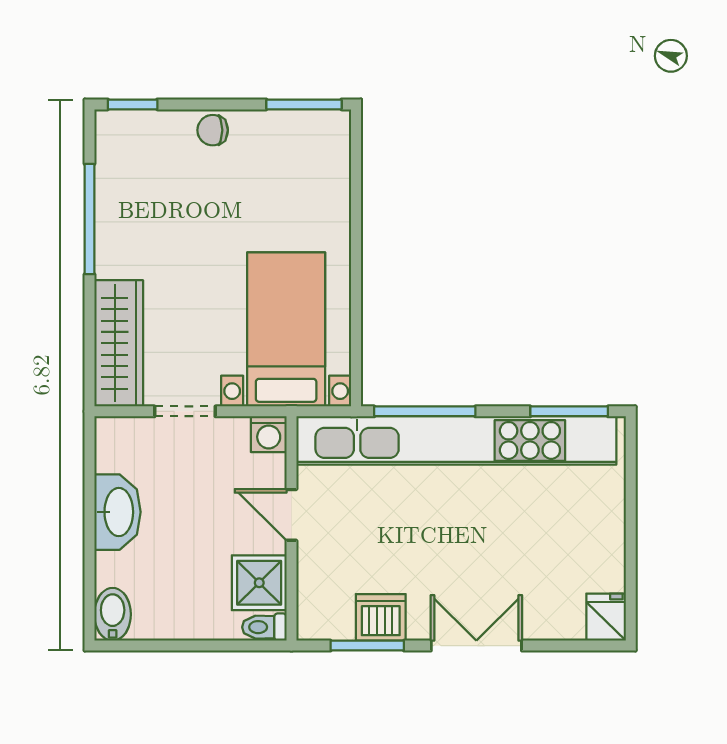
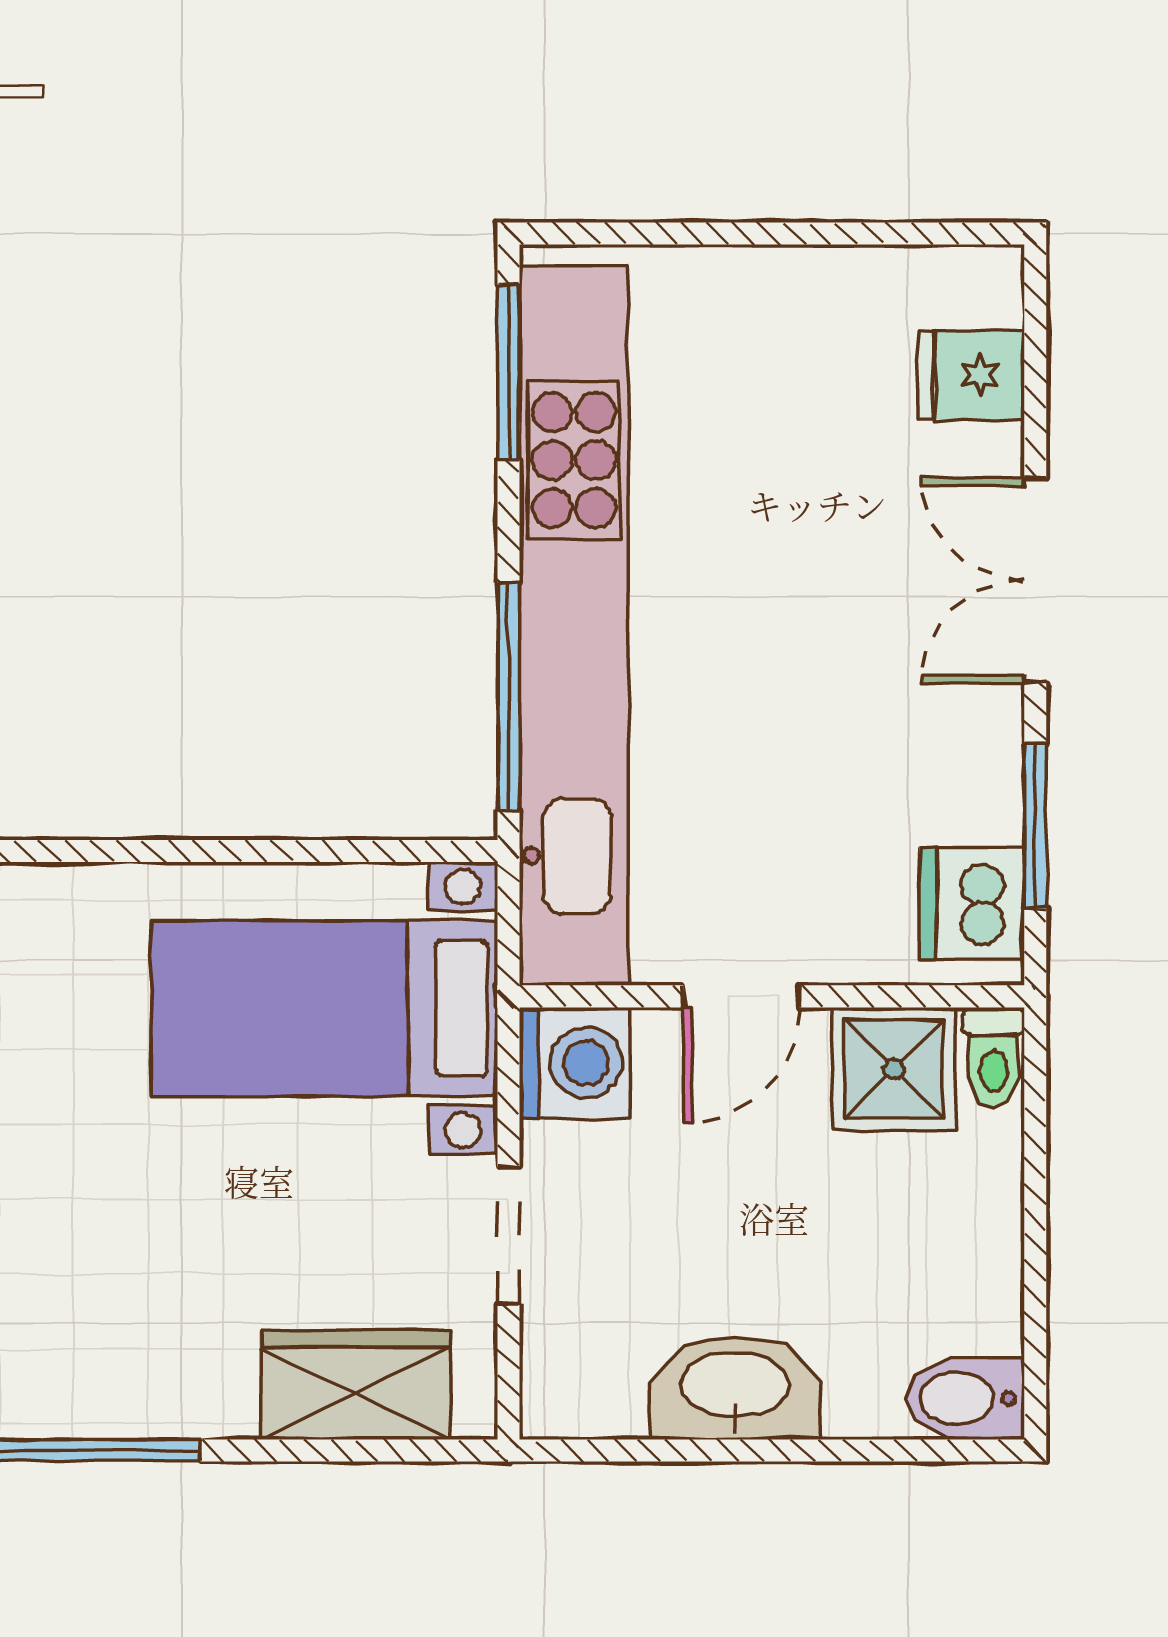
wardrobe: (119, 343) -> (355, 1385), width x0.67
washing machine: (269, 434) -> (575, 1063), width x1.38, depth x1.38
dishwasher: (381, 617) -> (972, 903), moved
fridge: (606, 617) -> (971, 375), moved

